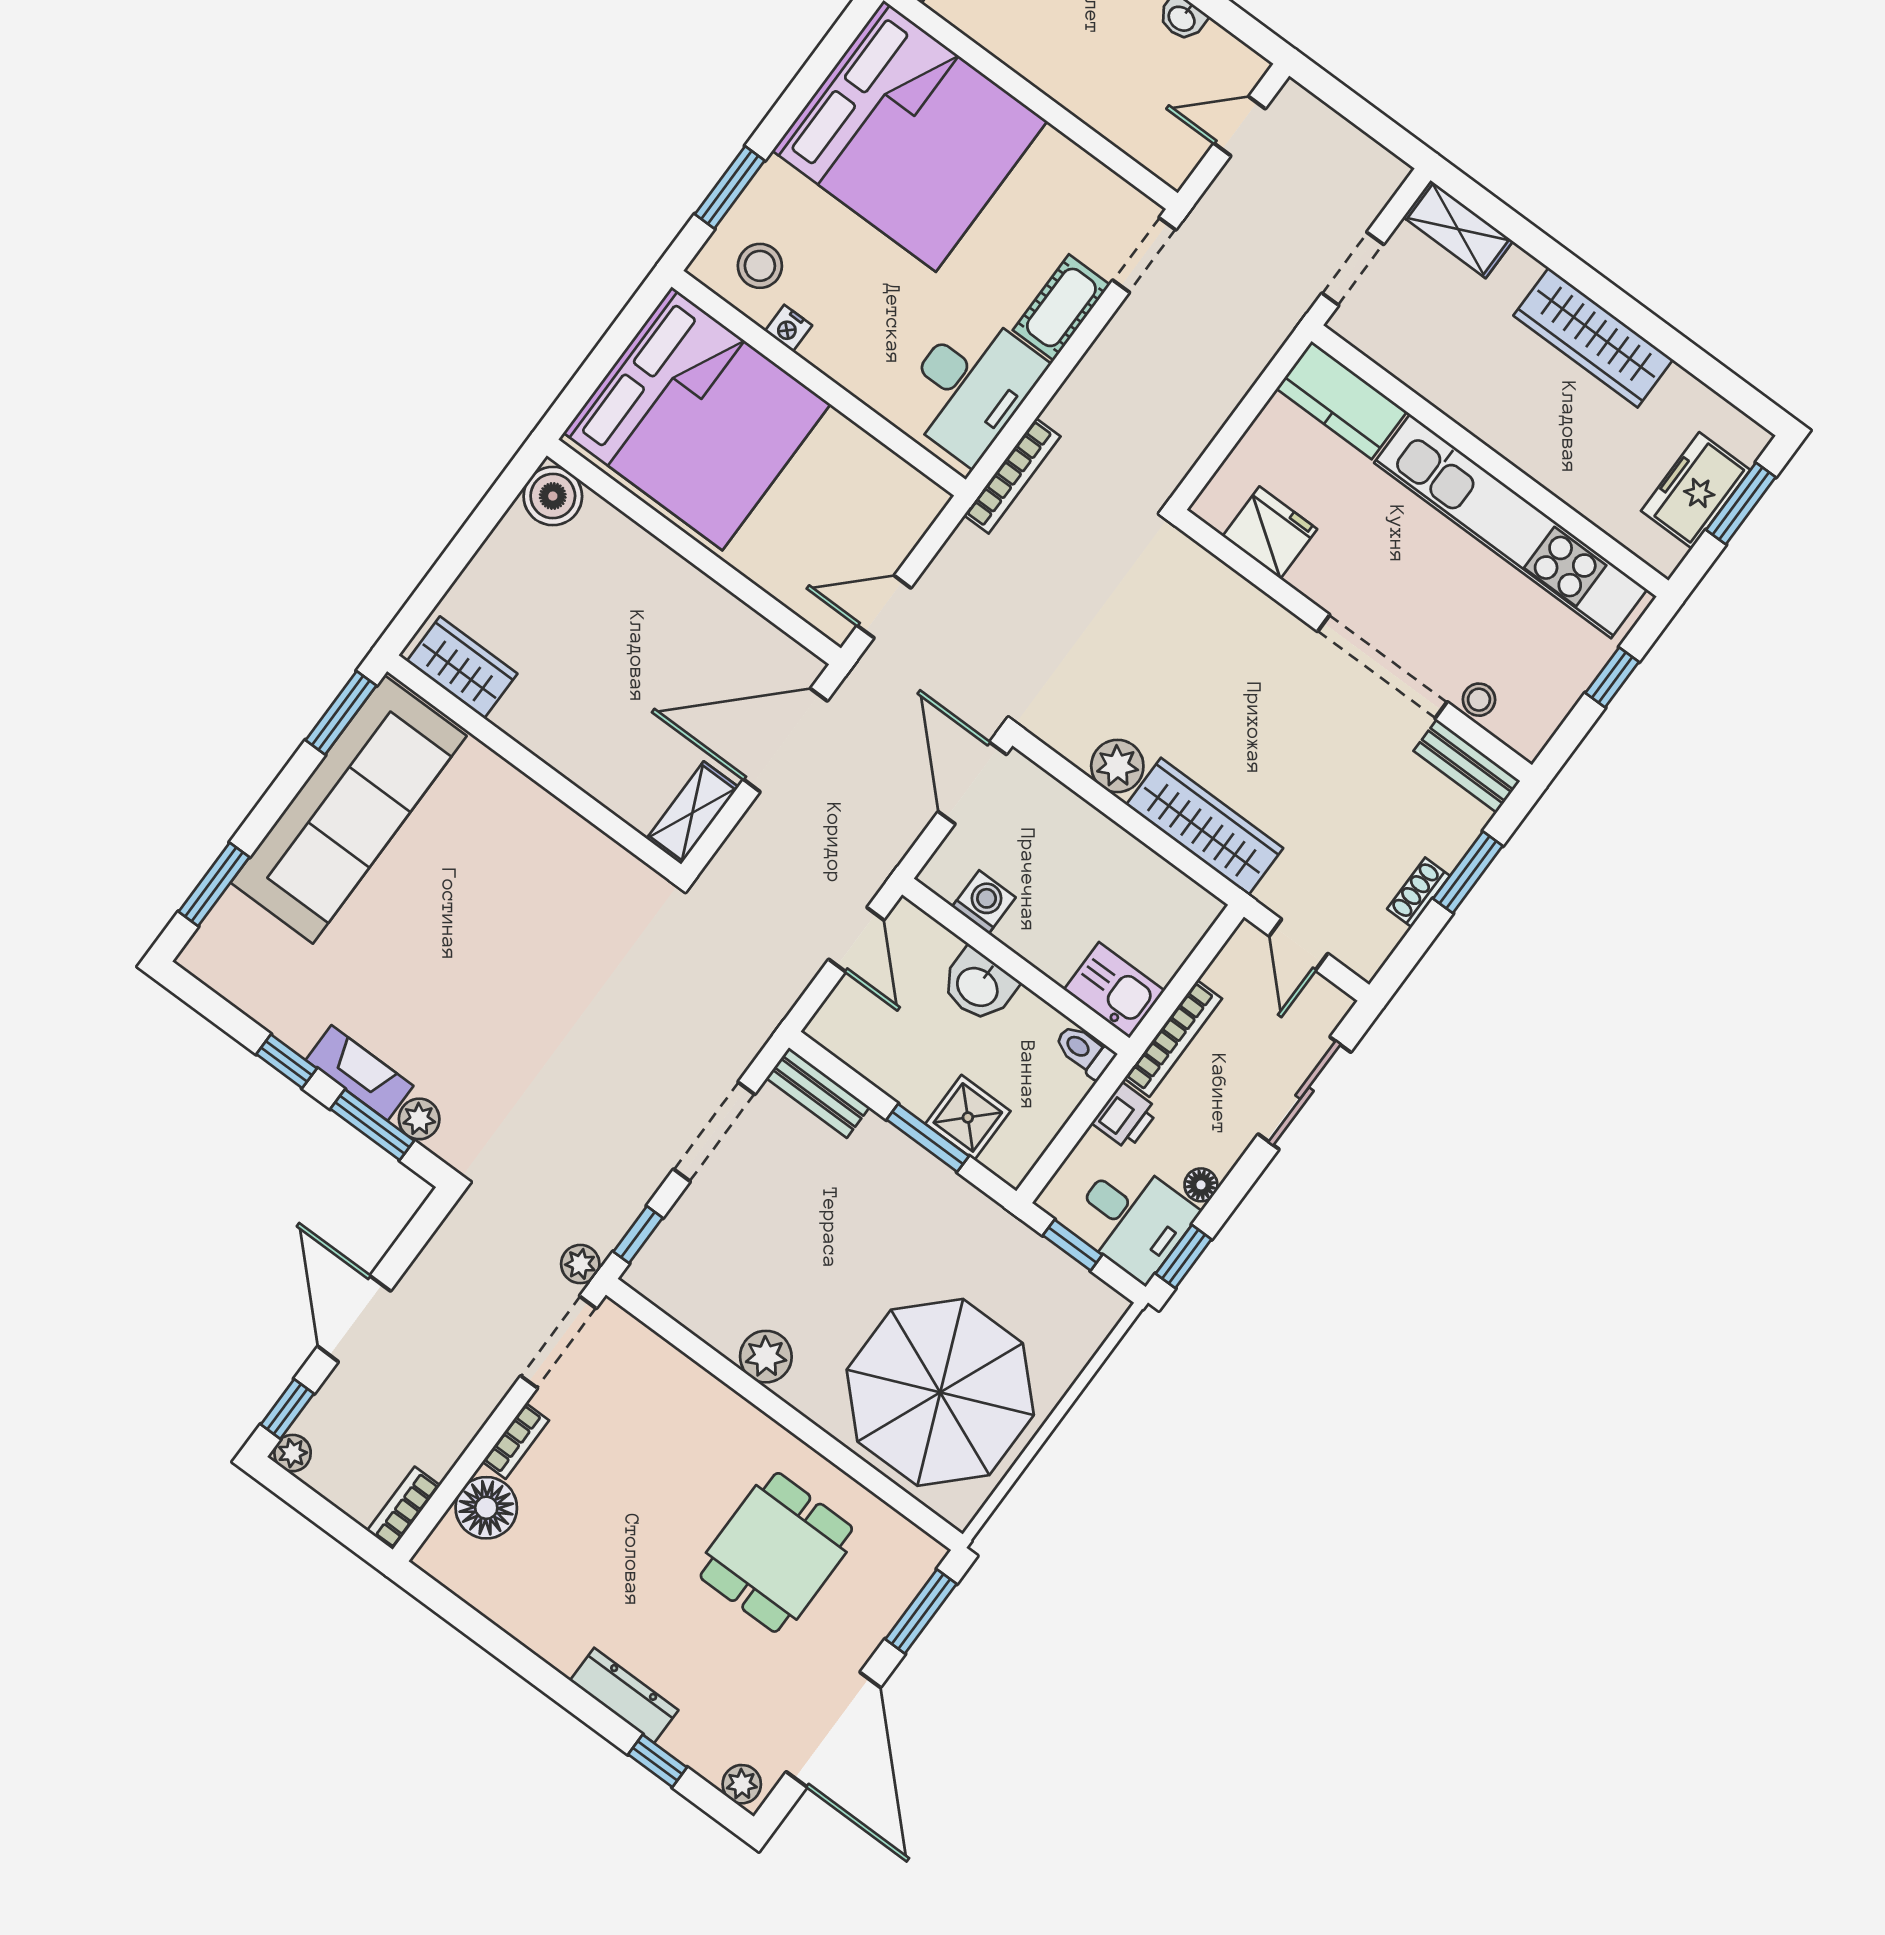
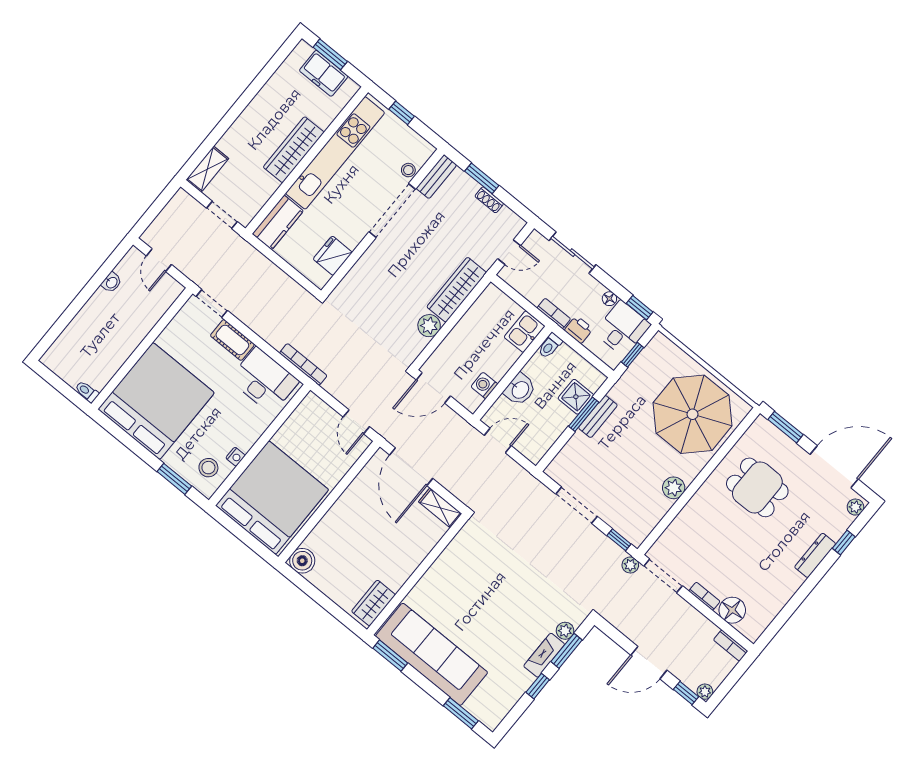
wardrobe: (1593, 338) -> (294, 150), moved, turned 180
bookcase: (1173, 1038) -> (554, 313), width x0.64
bench: (818, 1093) -> (598, 417), moved

